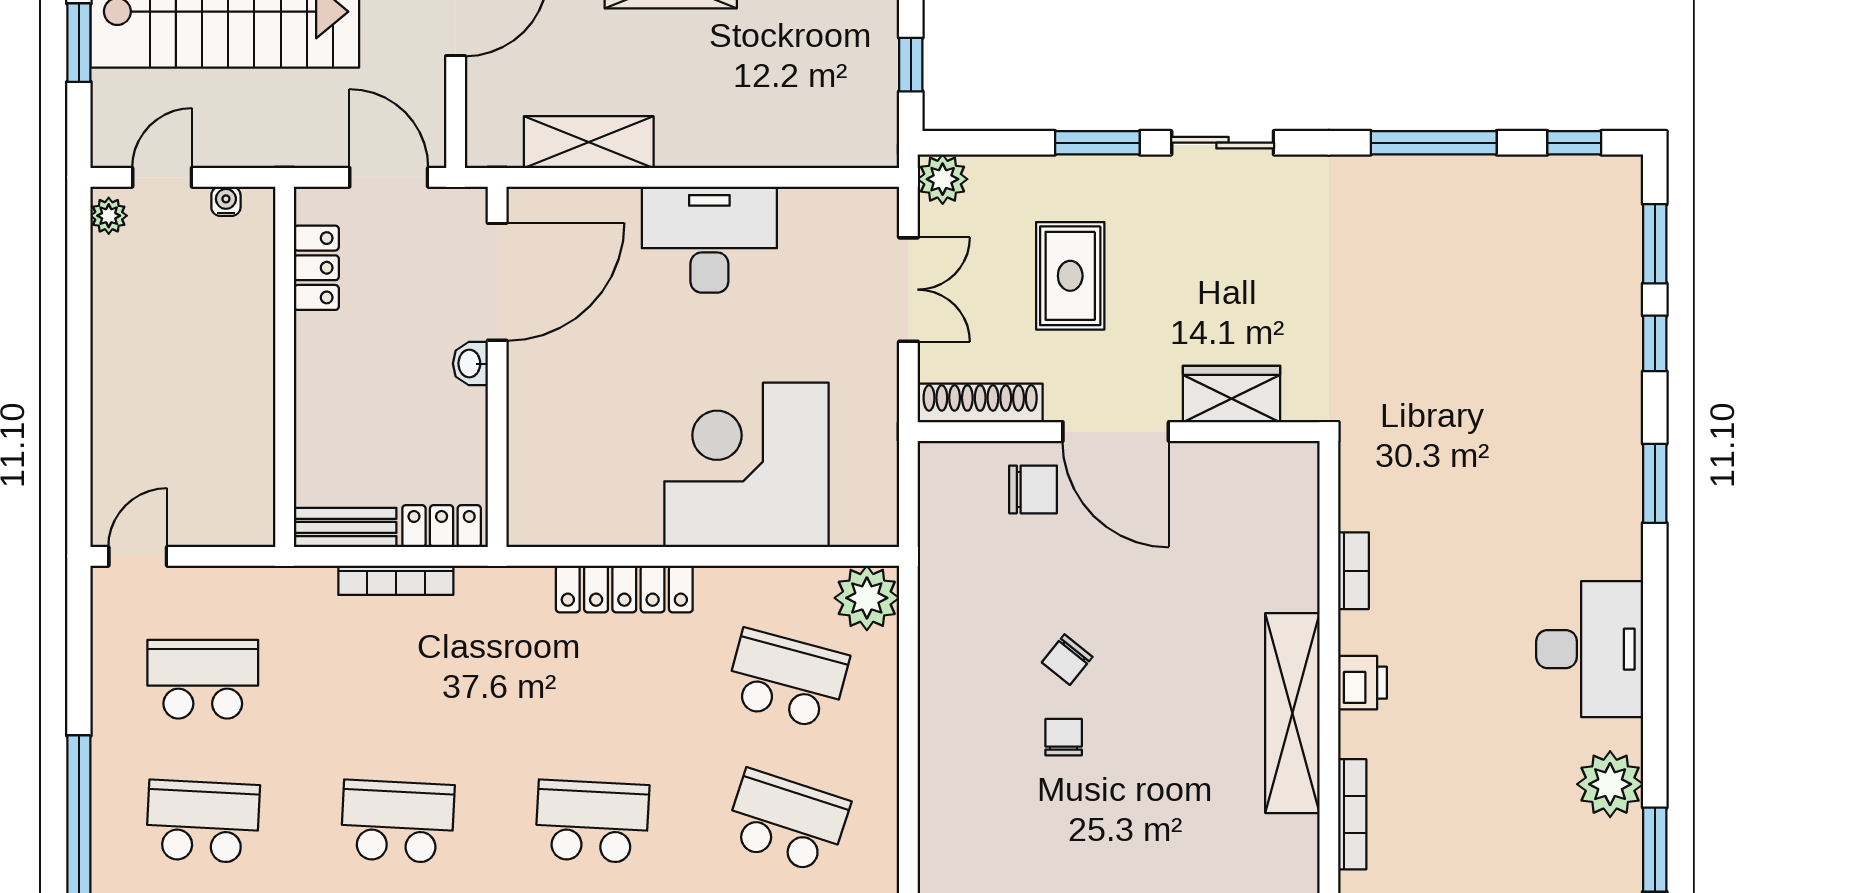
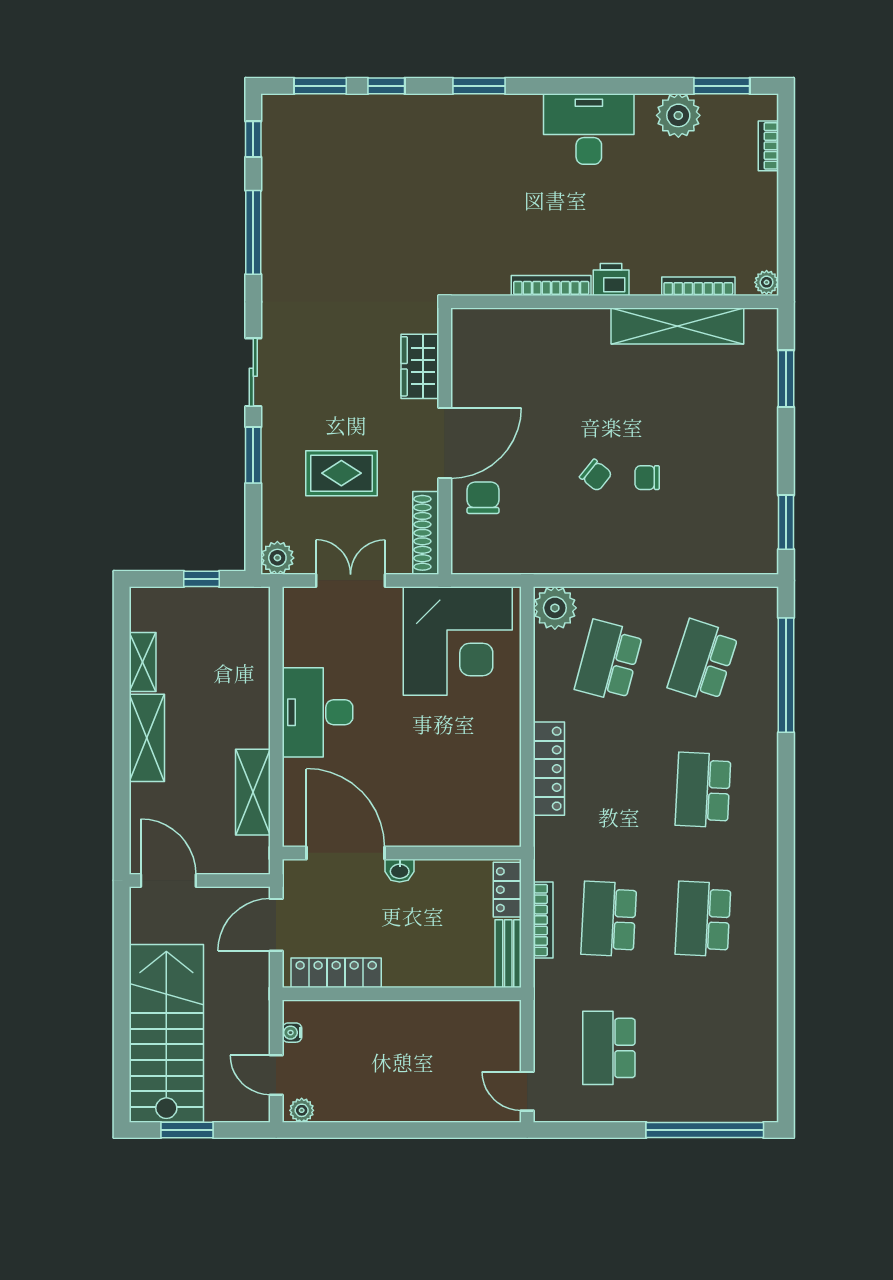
locker: (316, 268) -> (336, 973), width x1.53
corner desk: (747, 465) -> (458, 641), moved, turned -90
bookcase: (1354, 571) -> (551, 285), width x1.56
shelving: (1292, 713) -> (677, 326), moved
school desk: (203, 821) -> (609, 919), moved

